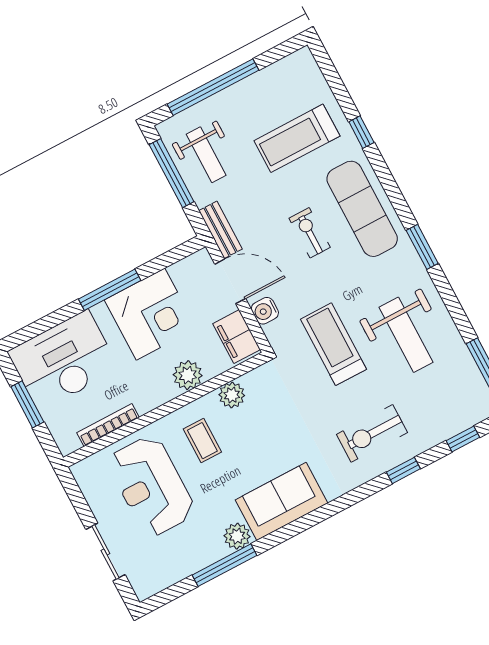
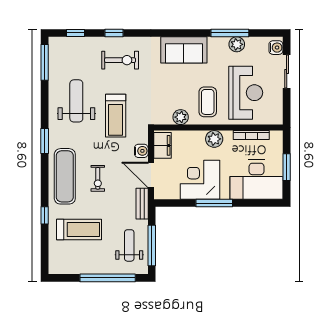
plant: (188, 375) -> (214, 139), moved
coffee table: (202, 441) -> (208, 102), width x1.36, depth x1.30
plant: (237, 536) -> (237, 44), moved
water cooler: (141, 580) -> (276, 48), added

